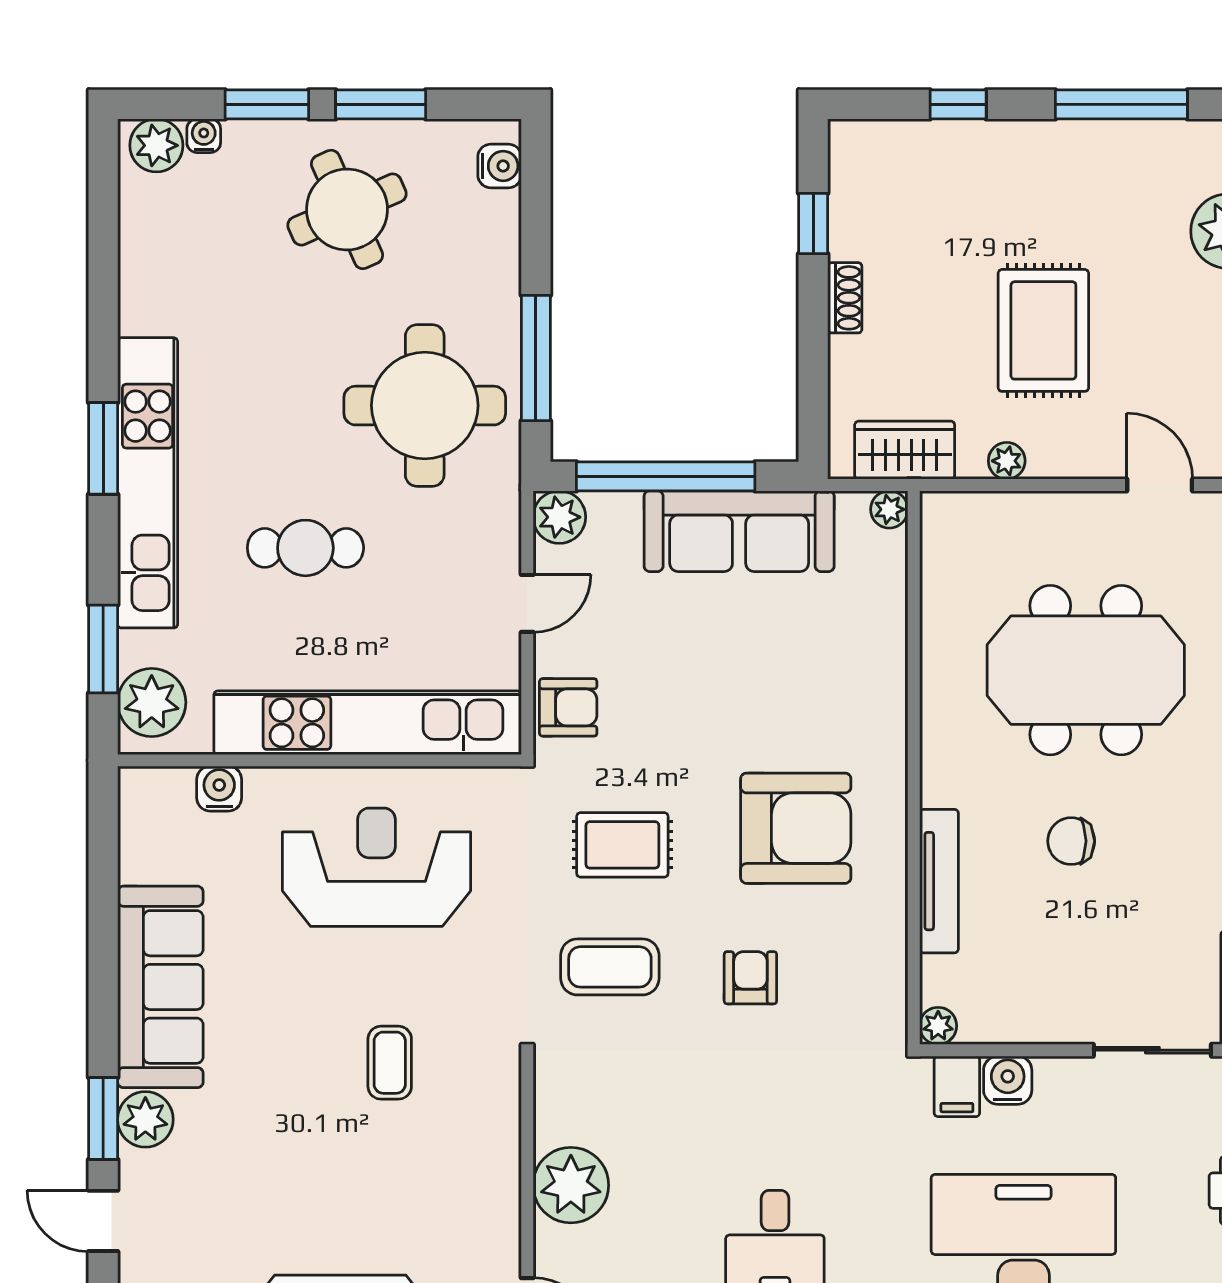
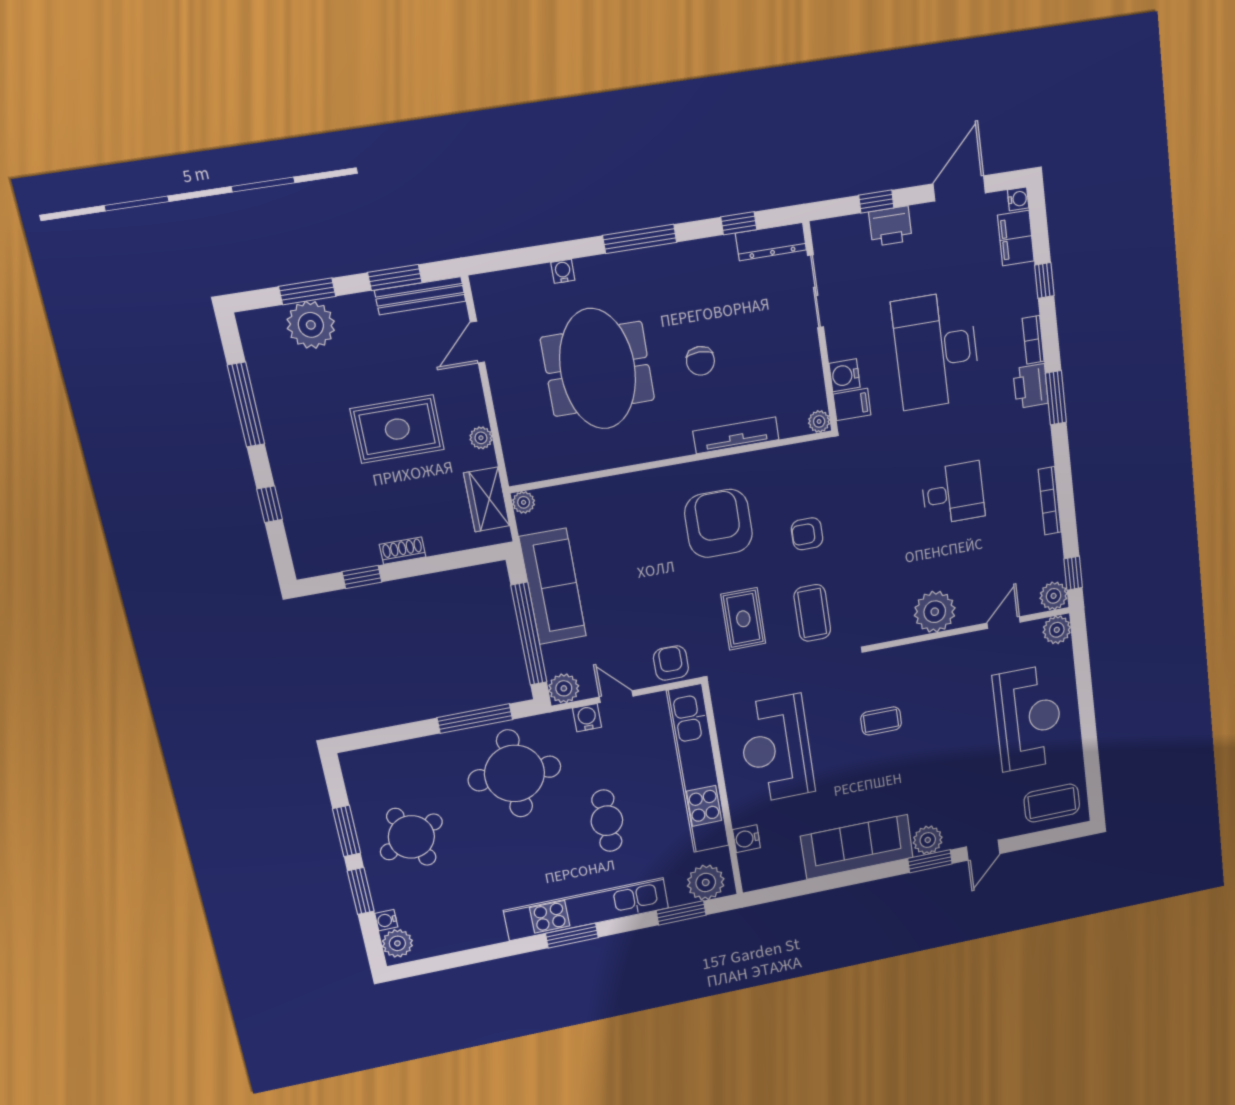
water cooler: (500, 166) -> (587, 718), moved

